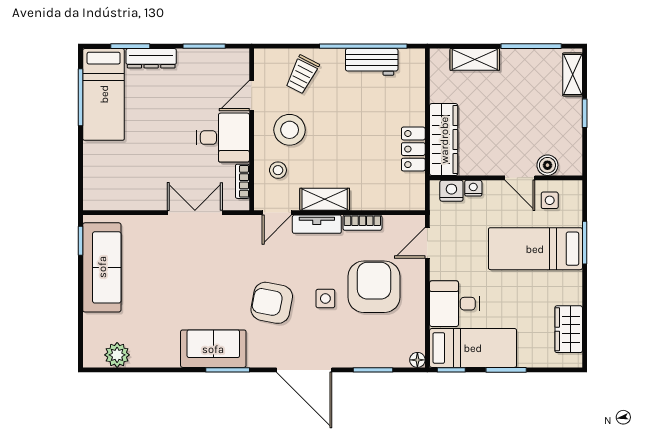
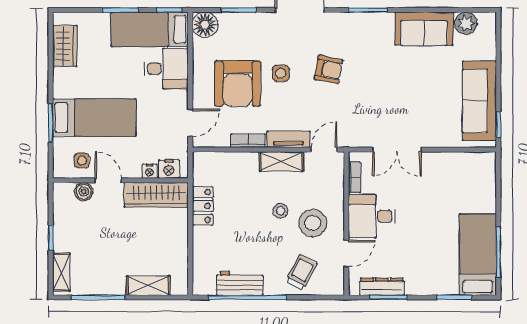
dresser: (151, 58) -> (382, 287), moved
wardrobe: (444, 140) -> (156, 195), moved, turned -90
stool: (278, 170) -> (280, 211), moved
armchair: (272, 303) -> (329, 69), width x0.72, depth x0.72
sofa: (213, 349) -> (424, 29), moved
floor lamp: (417, 360) -> (205, 25), width x1.89, depth x1.89

